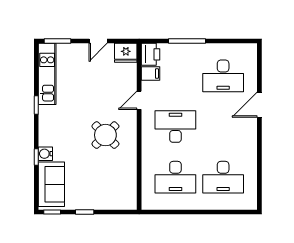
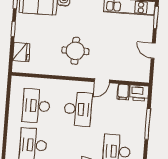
fridge: (126, 53) -> (21, 52), moved, turned 180
door: (139, 100) -> (102, 81), swing flipped
round table: (105, 135) -> (75, 51), turned 45

